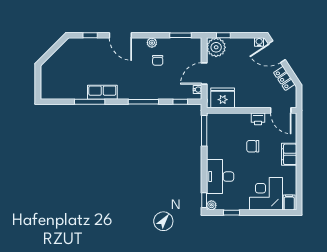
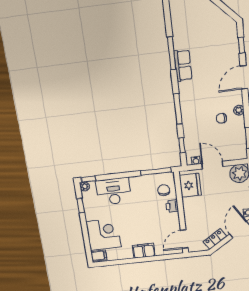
printer: (258, 119) -> (172, 206), moved
chair: (253, 146) -> (164, 190), moved

